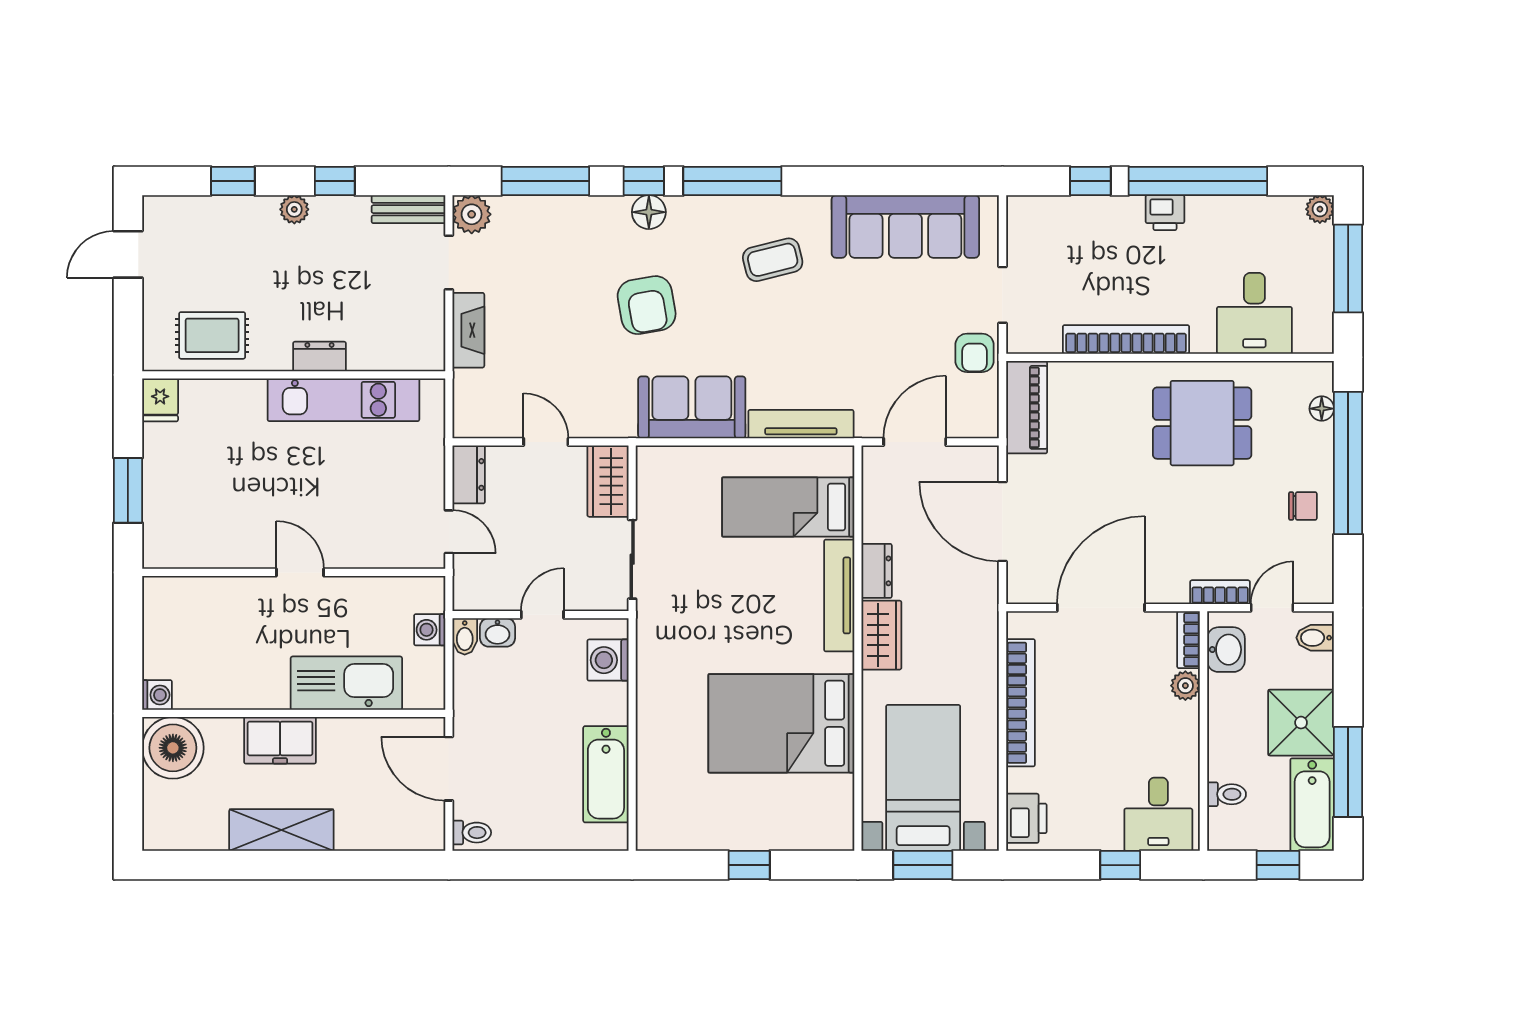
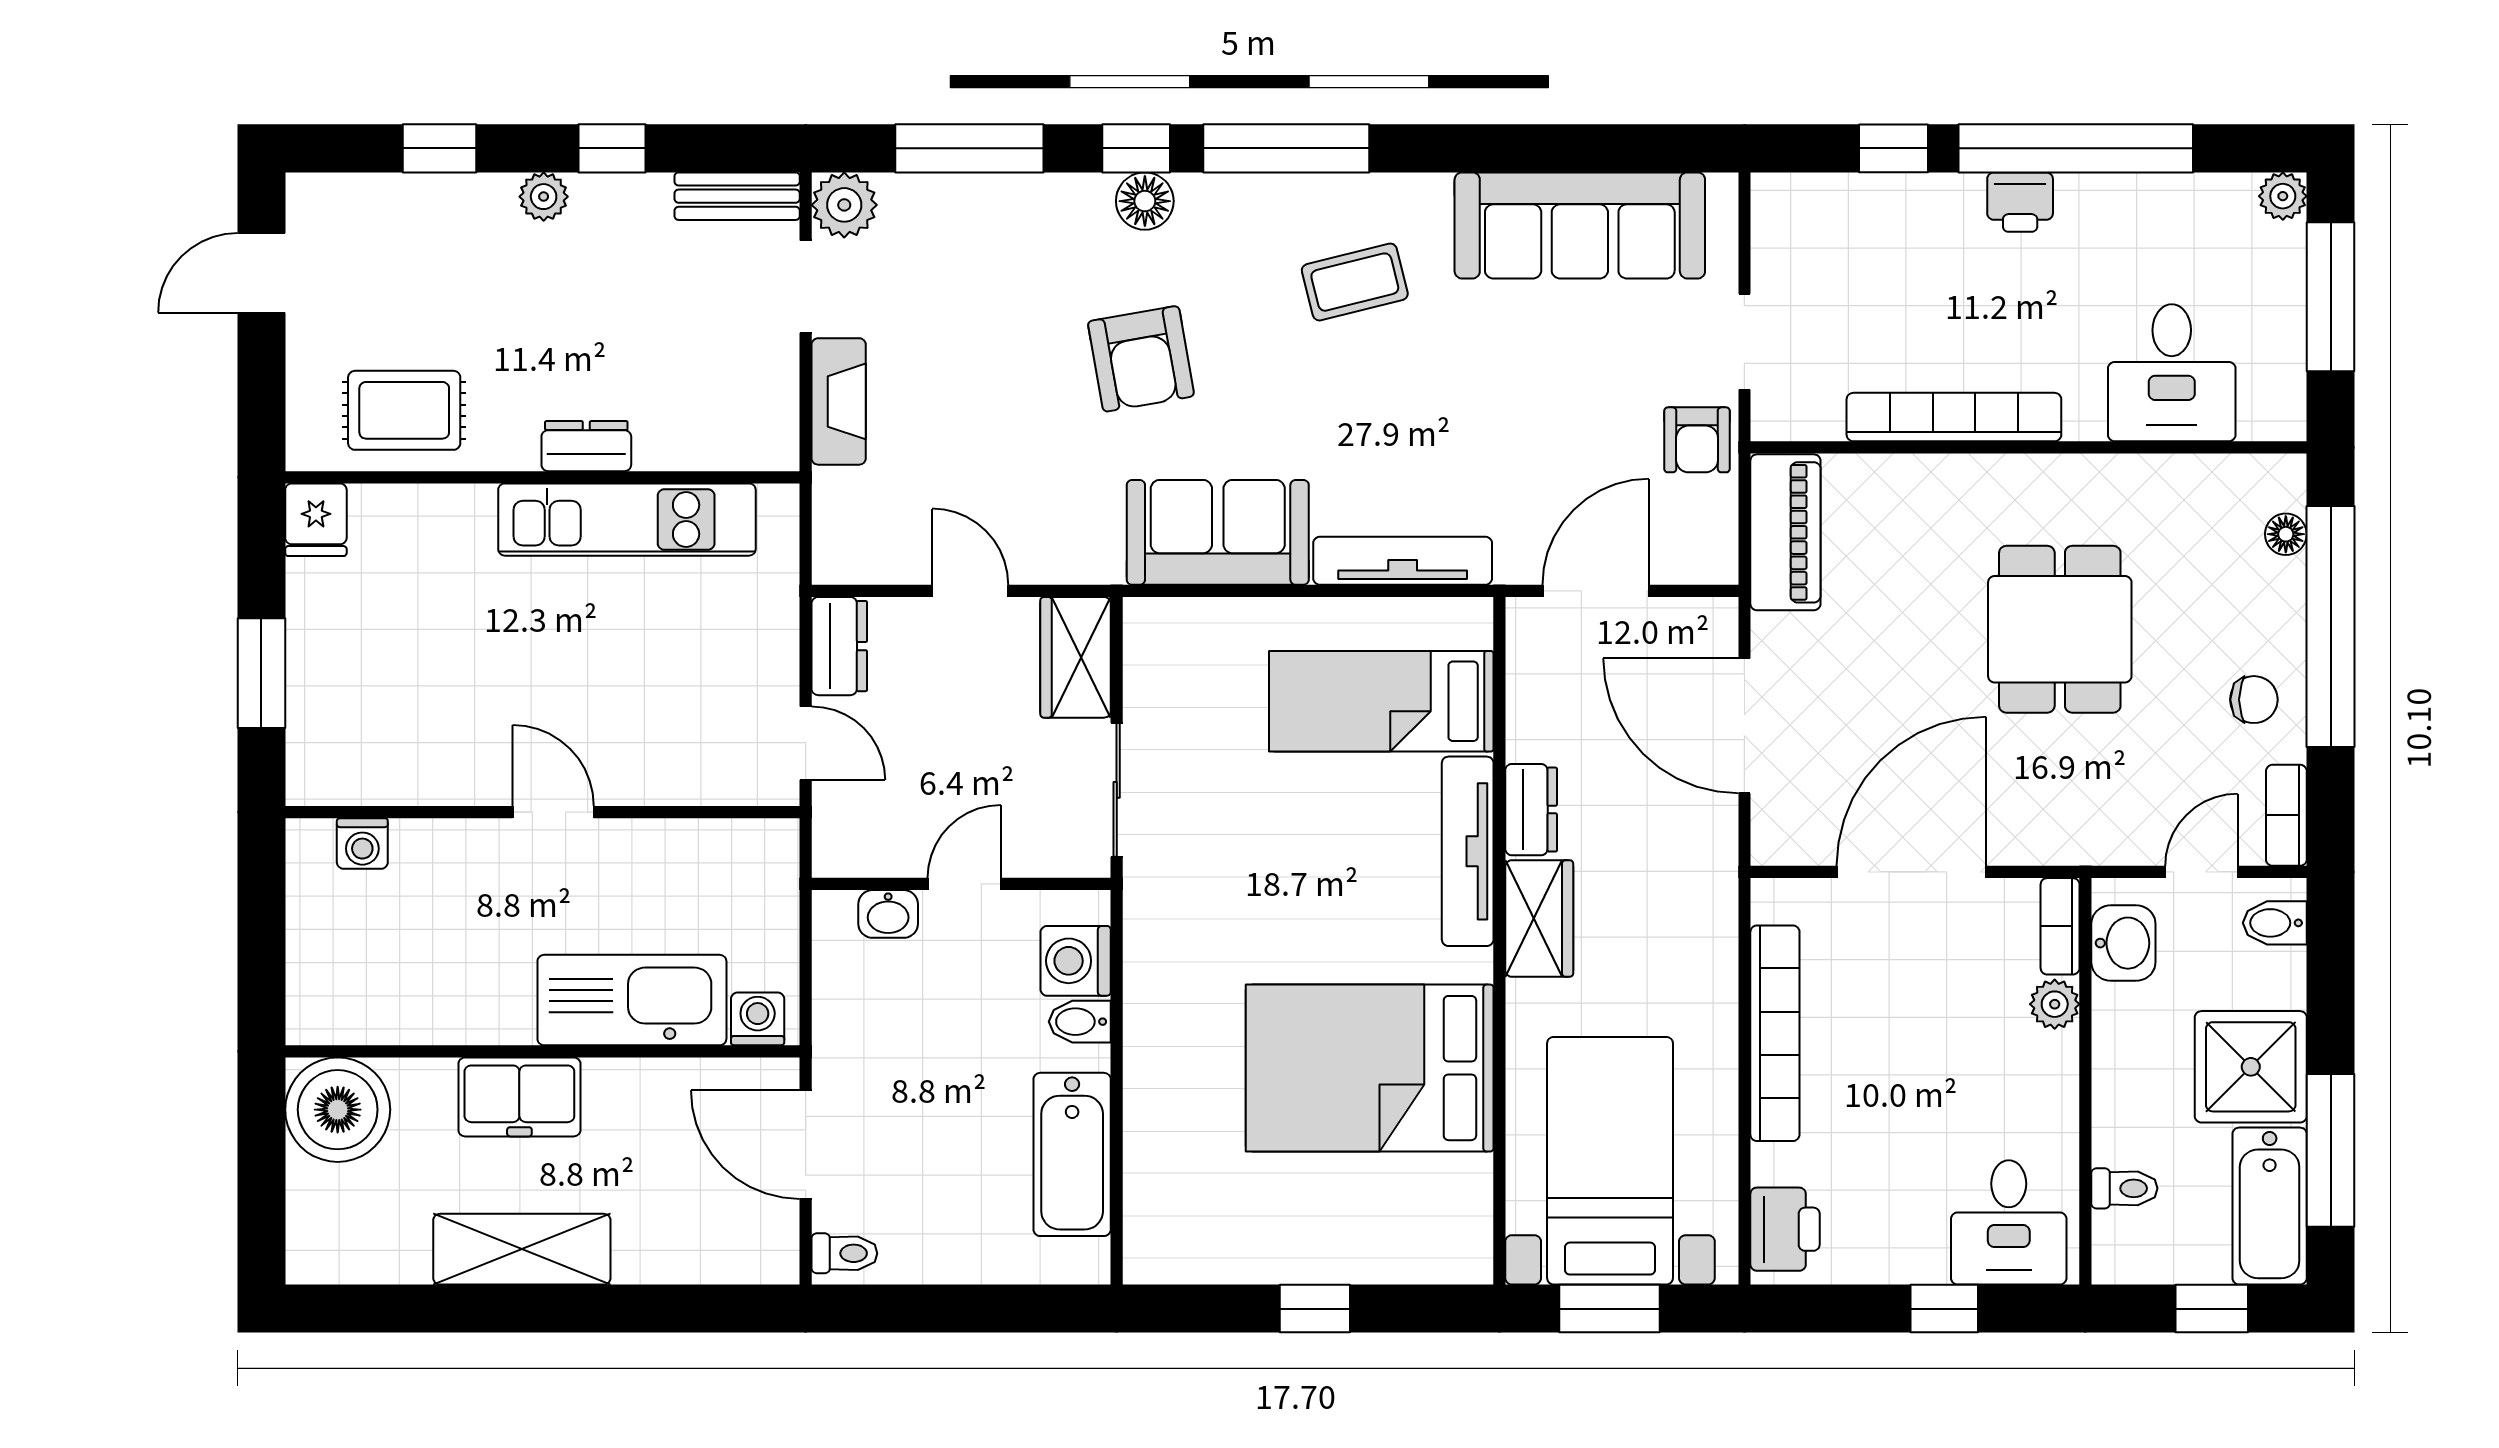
dining table: (1202, 423) -> (2060, 629), moved, turned 90
bookcase: (1220, 592) -> (2286, 815), moved, turned -90
washing machine: (430, 630) -> (758, 1019), moved, turned 90
bidet: (465, 636) -> (1080, 1022), moved, turned 90
washing machine: (157, 695) -> (362, 843), moved, turned 90

